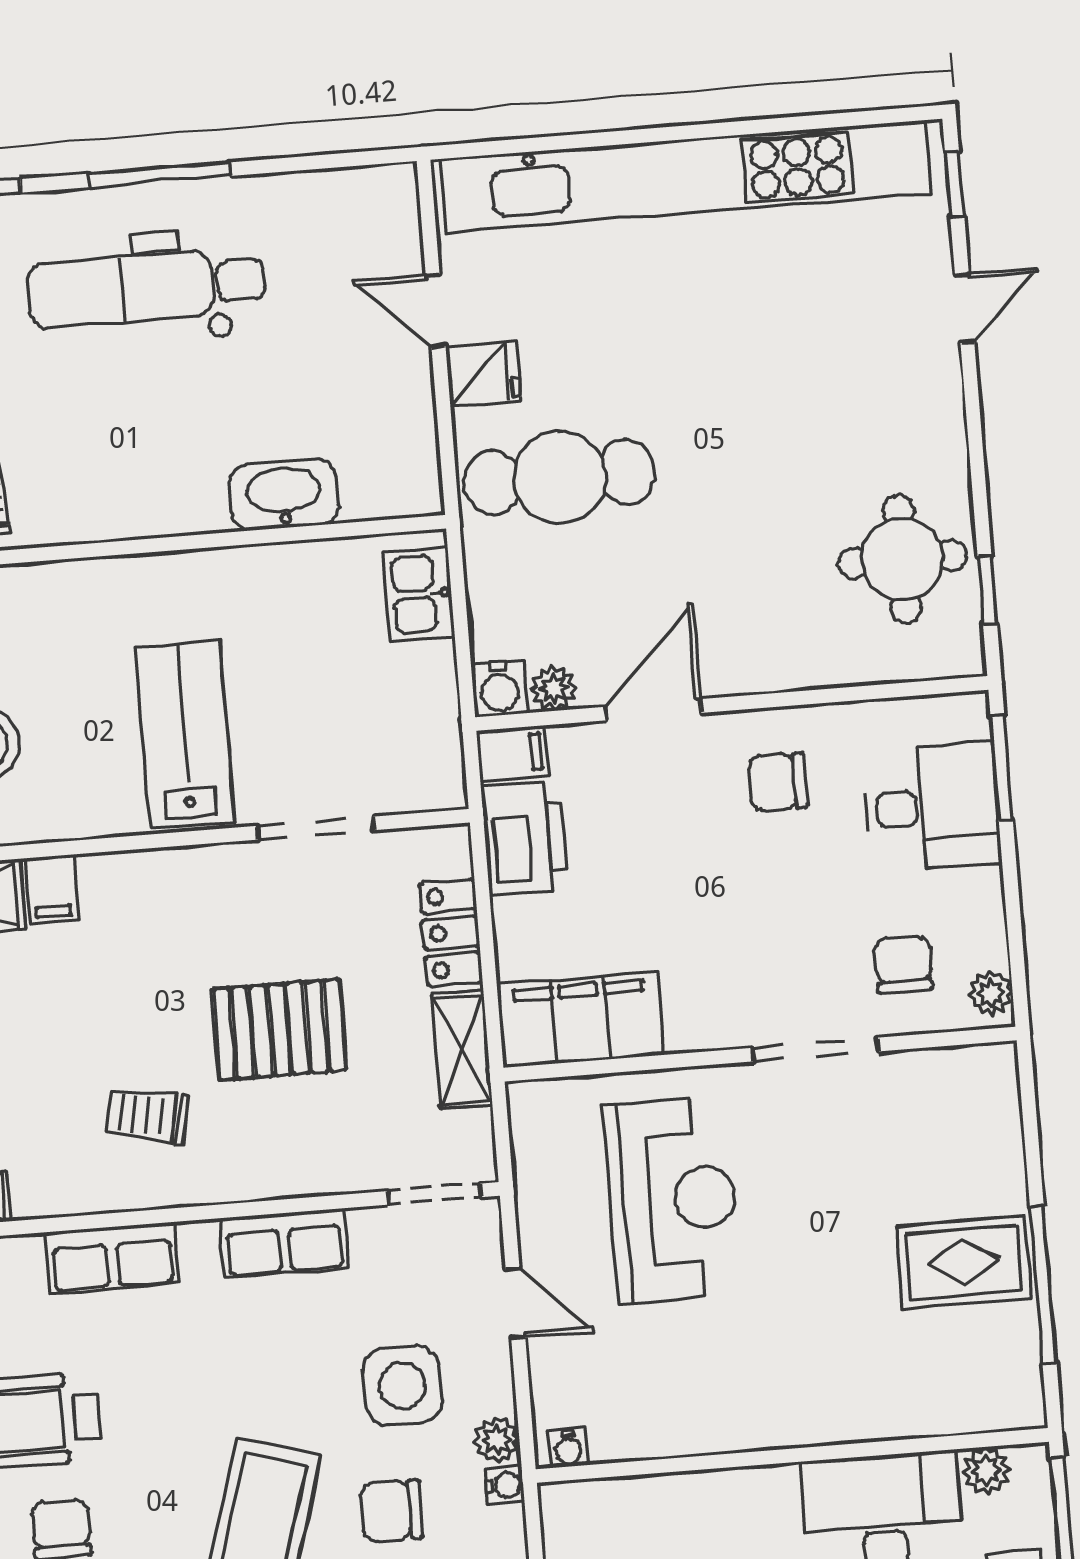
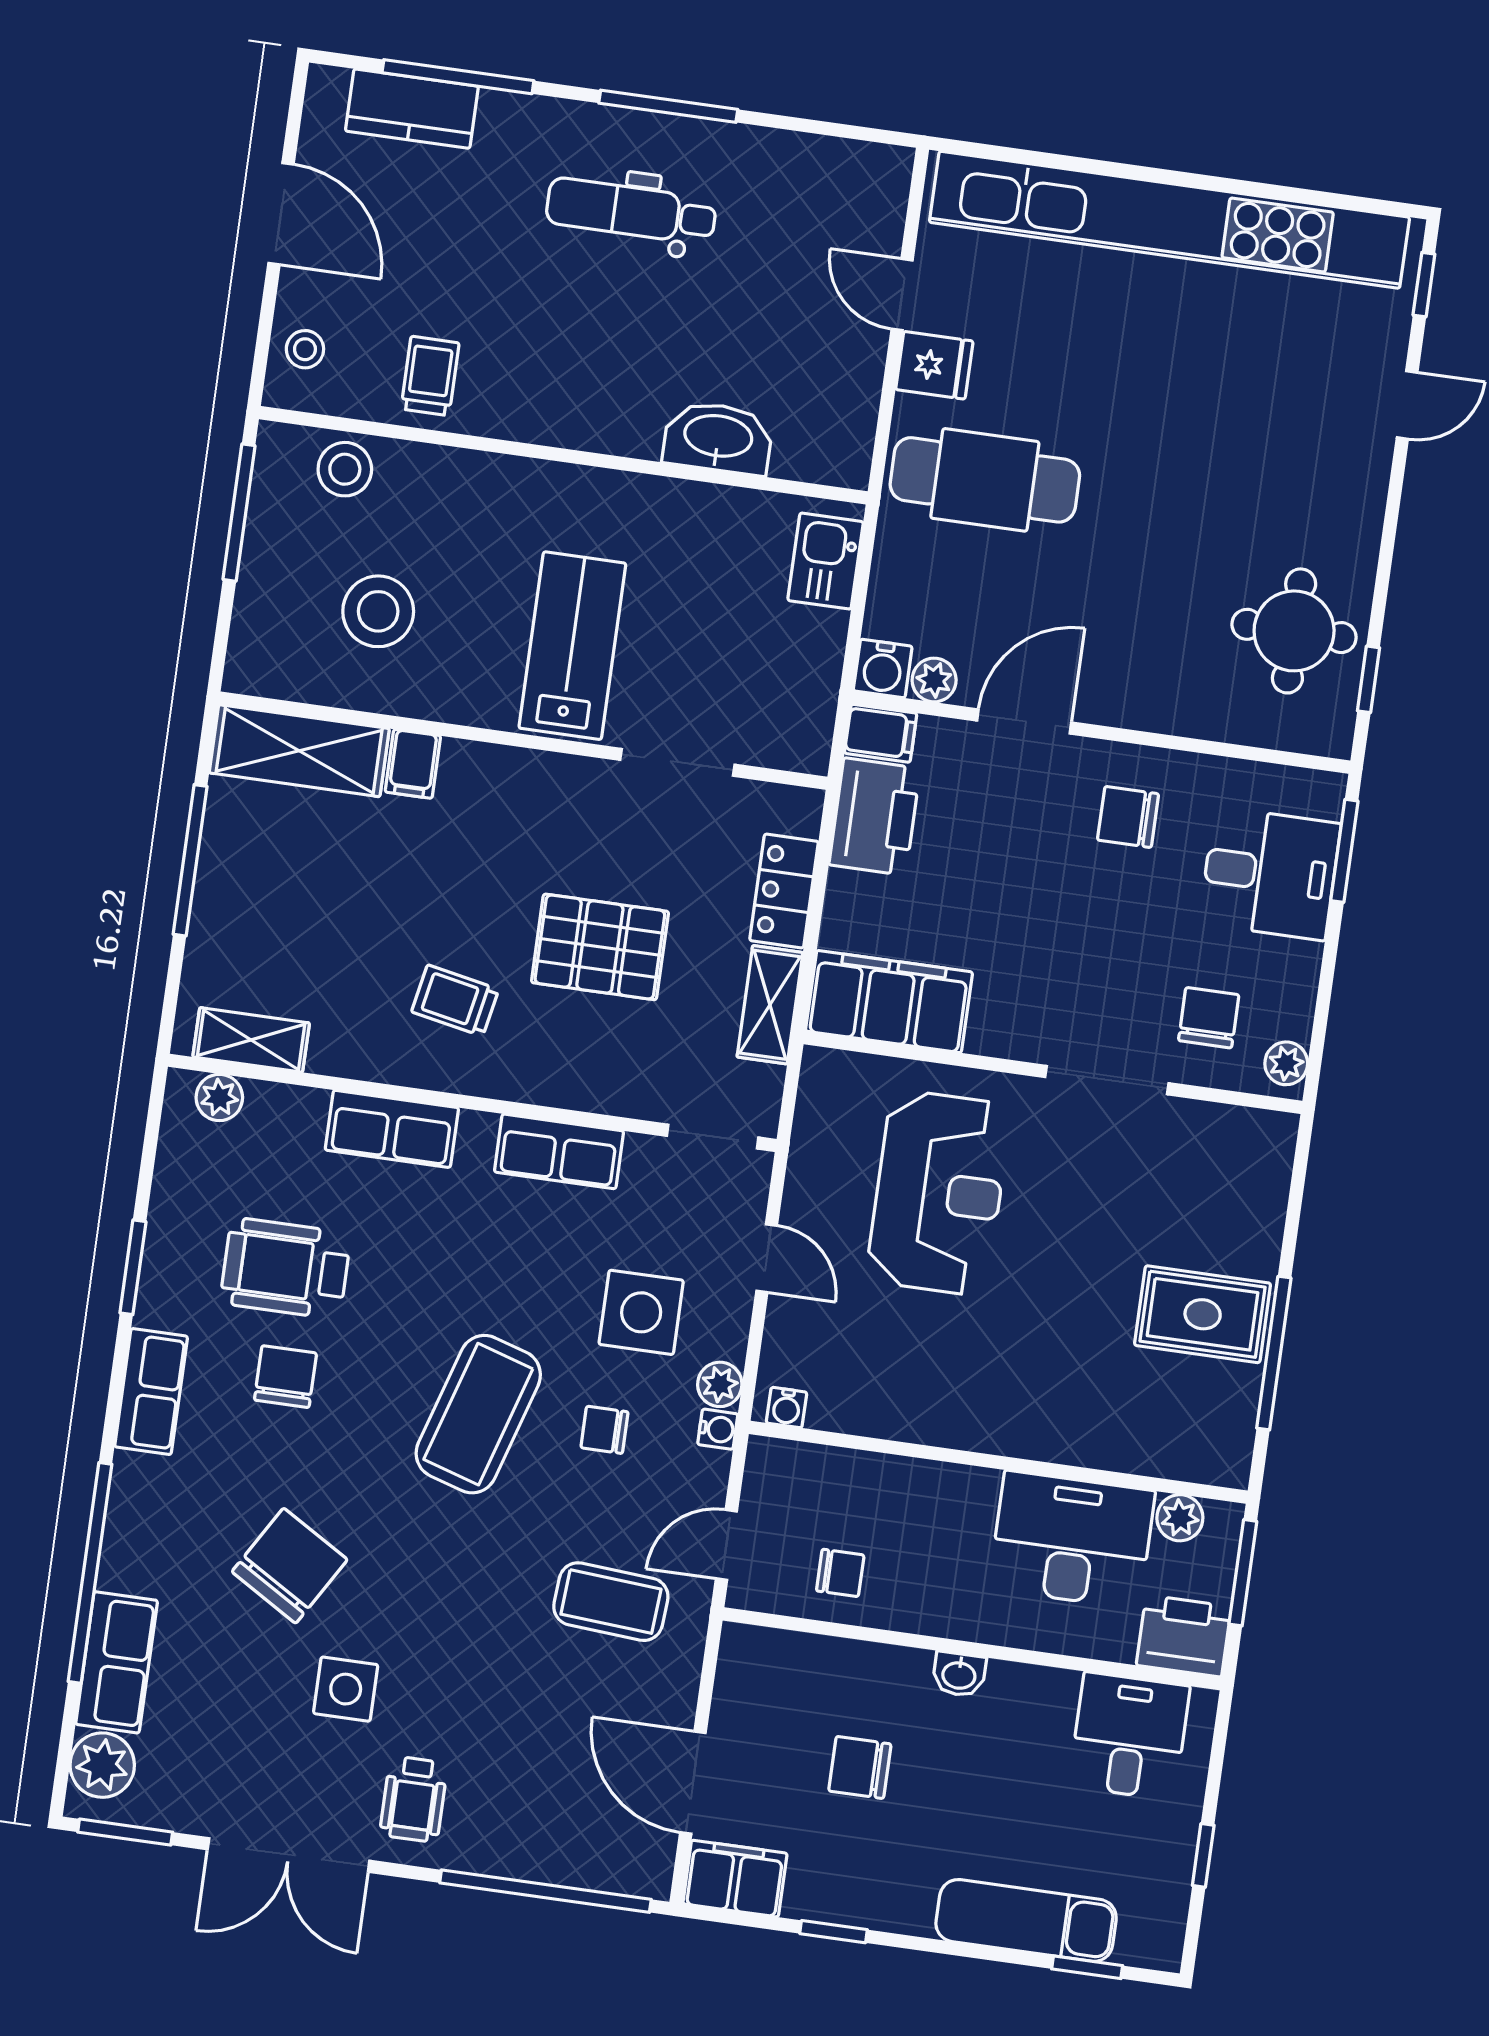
dental chair: (146, 288) -> (631, 211), width x0.73, depth x0.72
chair: (392, 1511) -> (604, 1430), width x0.73, depth x0.73

